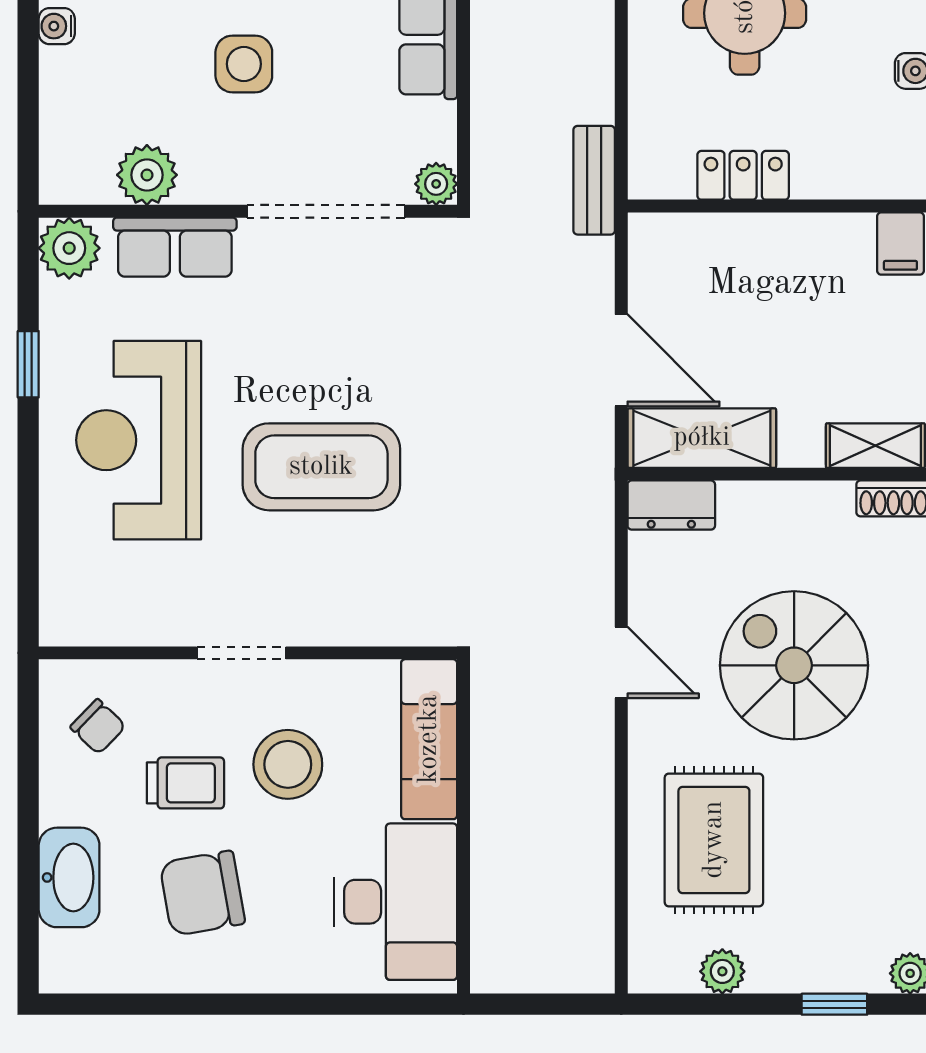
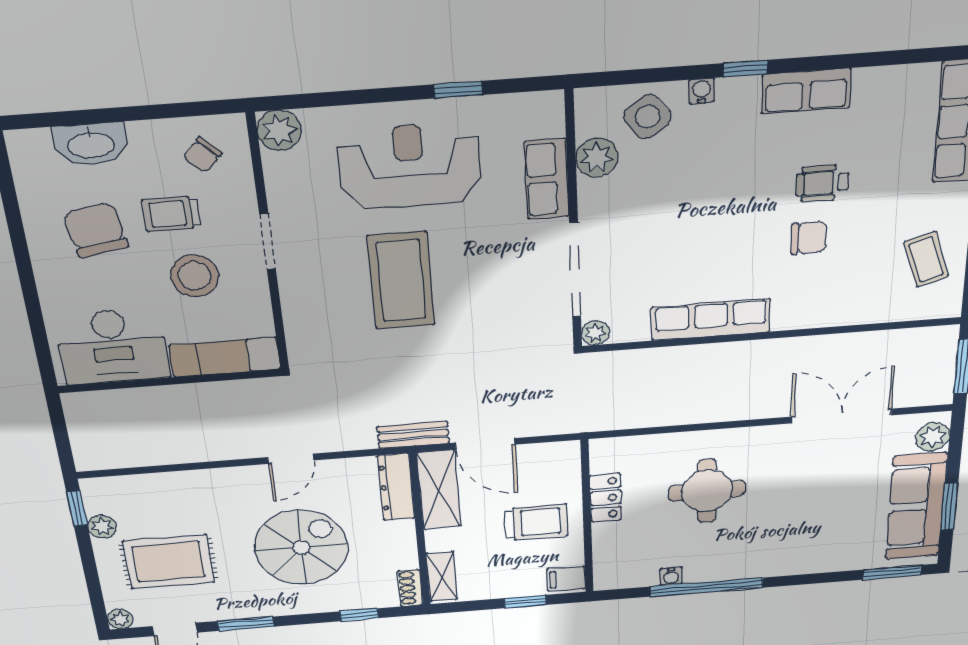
side table: (244, 64) -> (648, 117), moved, turned -37
bench: (594, 180) -> (413, 435), moved
plant: (69, 248) -> (279, 130), moved
trolley: (781, 288) -> (536, 522), added
door: (621, 360) -> (485, 444), hinge flipped
dresser: (671, 505) -> (396, 487), width x1.44
trolley: (185, 783) -> (171, 214), turned 90
rug: (714, 840) -> (169, 562), moved
window: (834, 1004) -> (77, 509), moved

